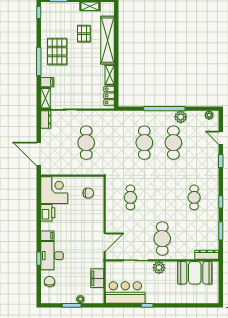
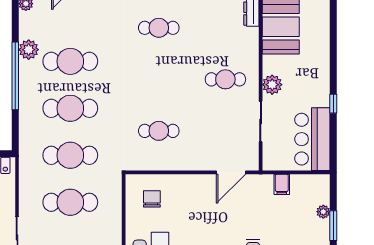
cafe table: (115, 143) -> (70, 155), added
cafe table: (162, 239) -> (225, 79), width x0.73, depth x0.74
door: (105, 242) -> (231, 172), swing flipped
filing cabinet: (97, 278) -> (282, 184), width x0.50

